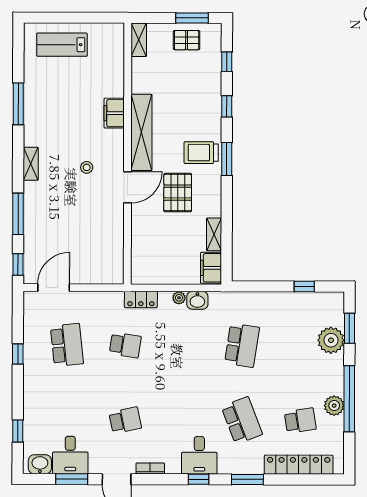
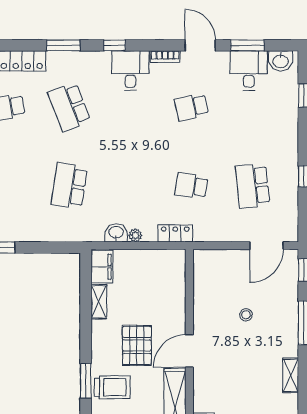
stool: (87, 167) -> (246, 315), moved
desk: (199, 455) -> (130, 71), moved

